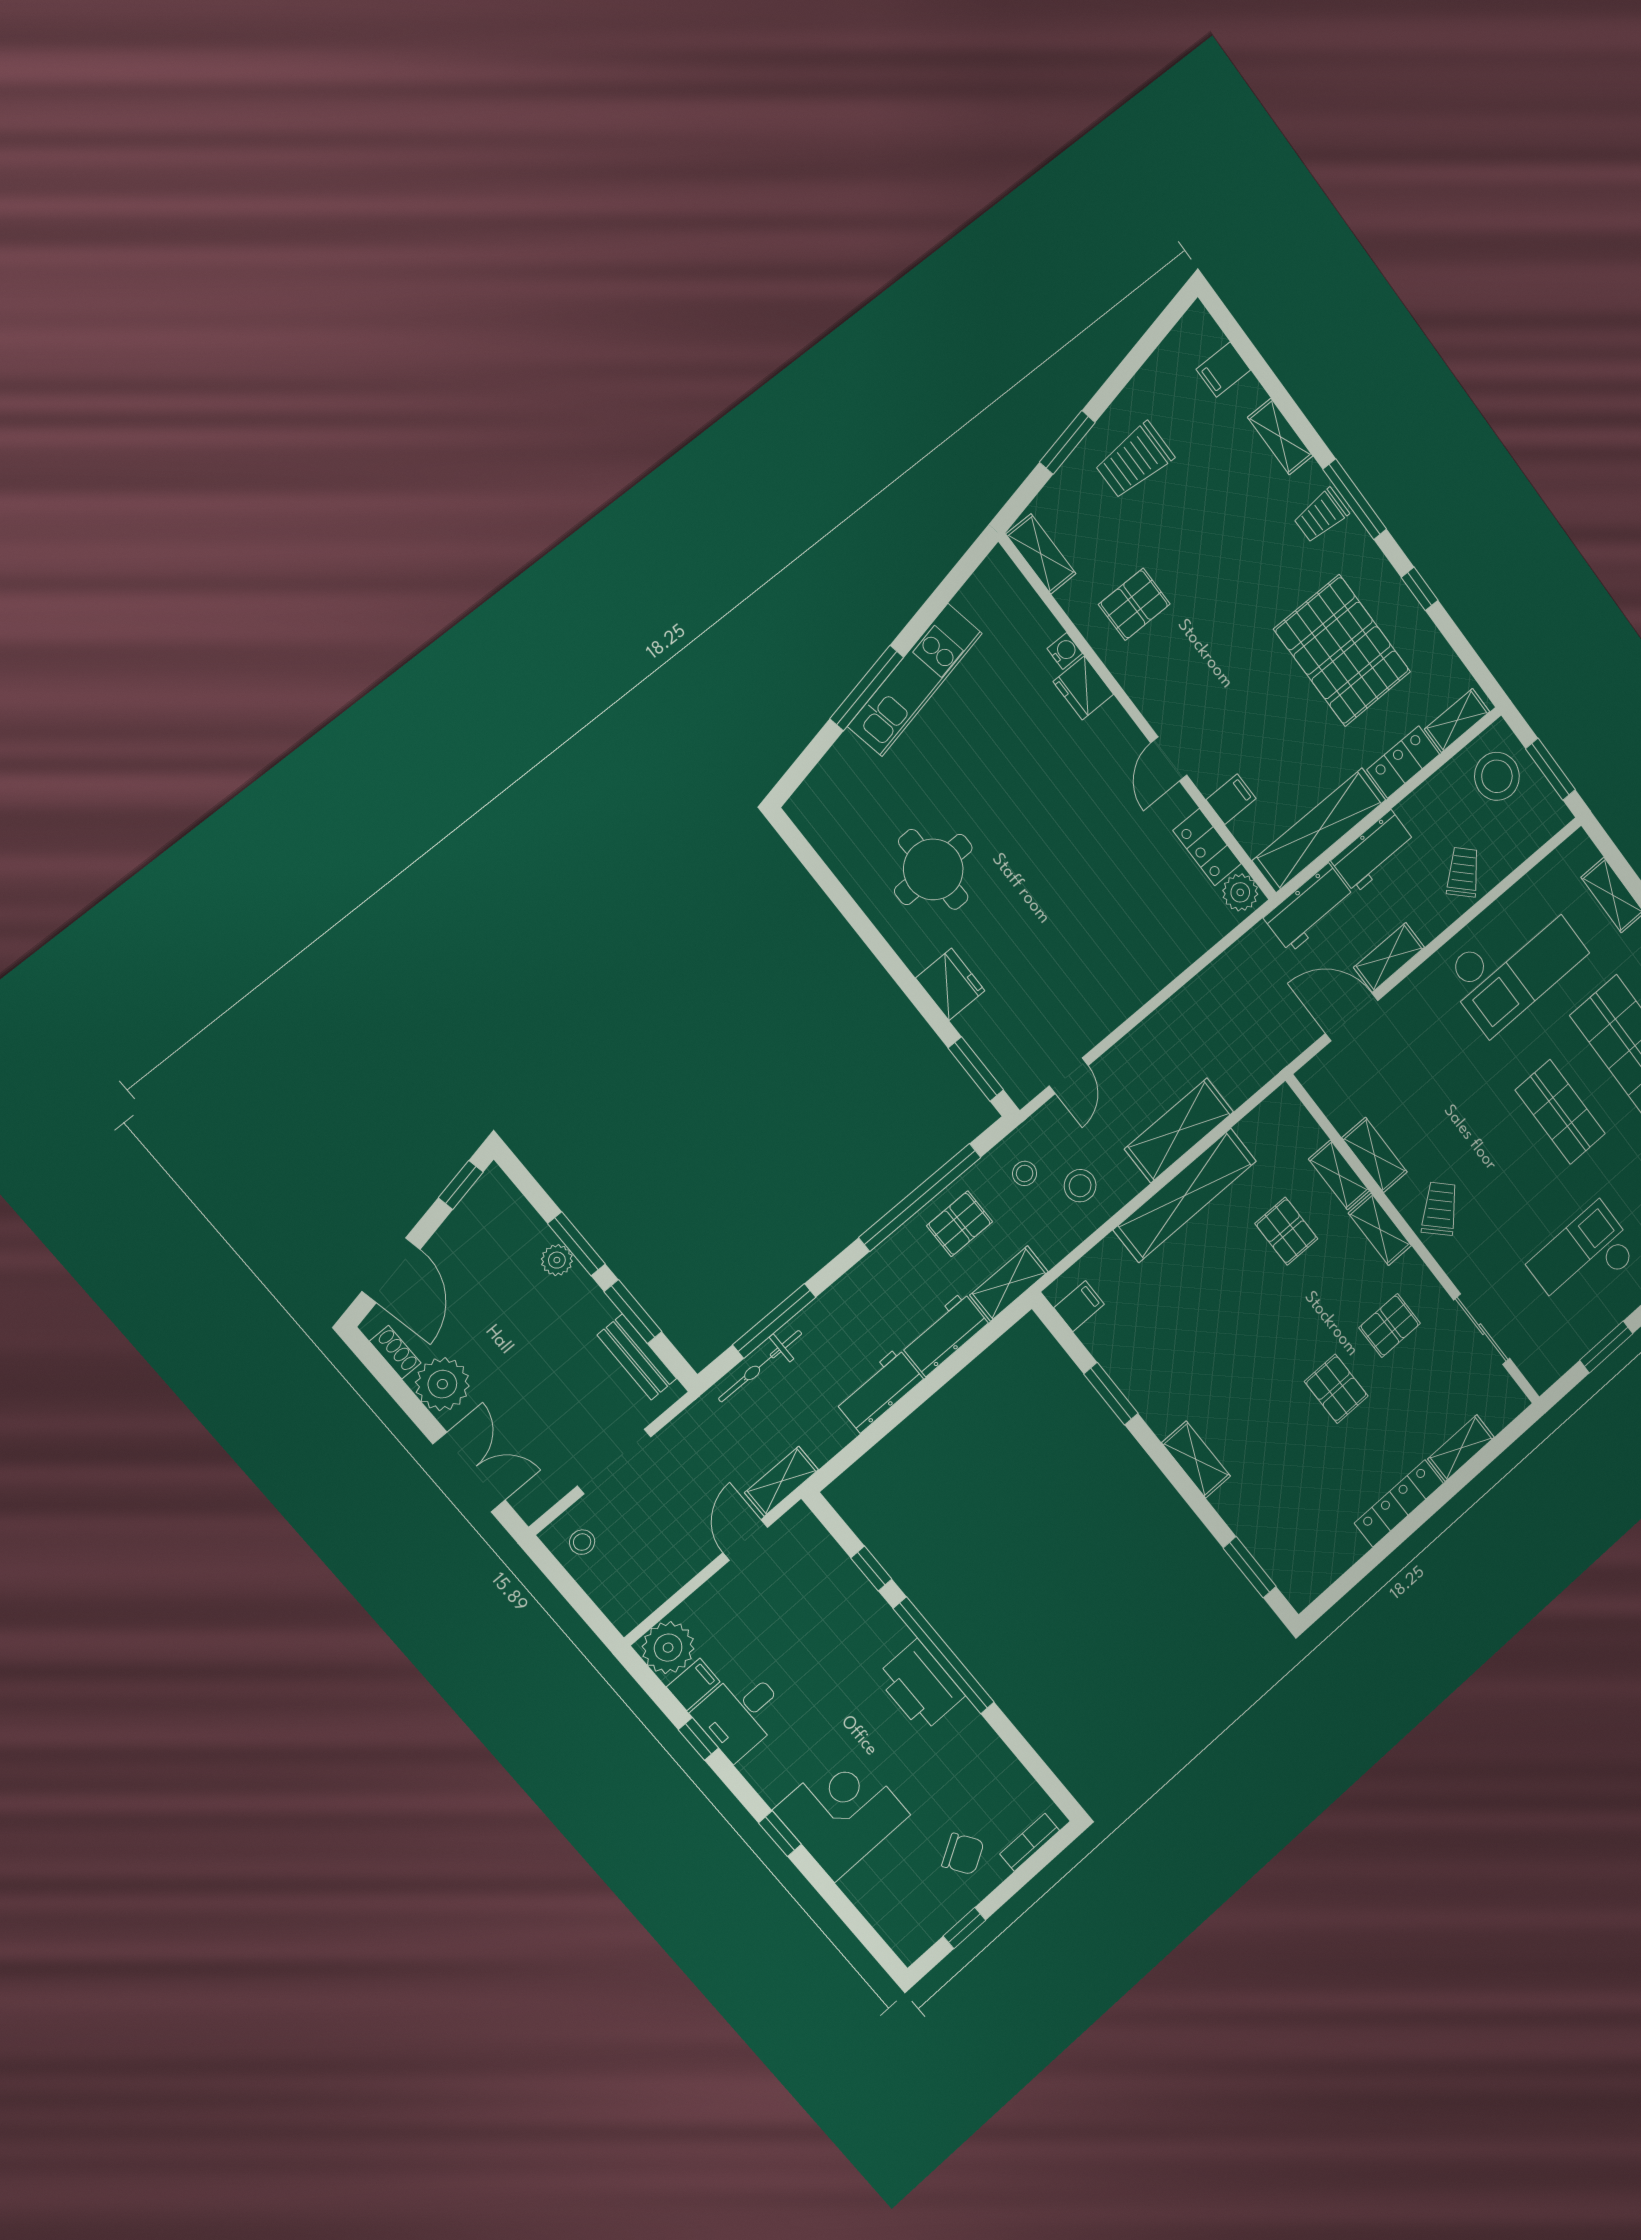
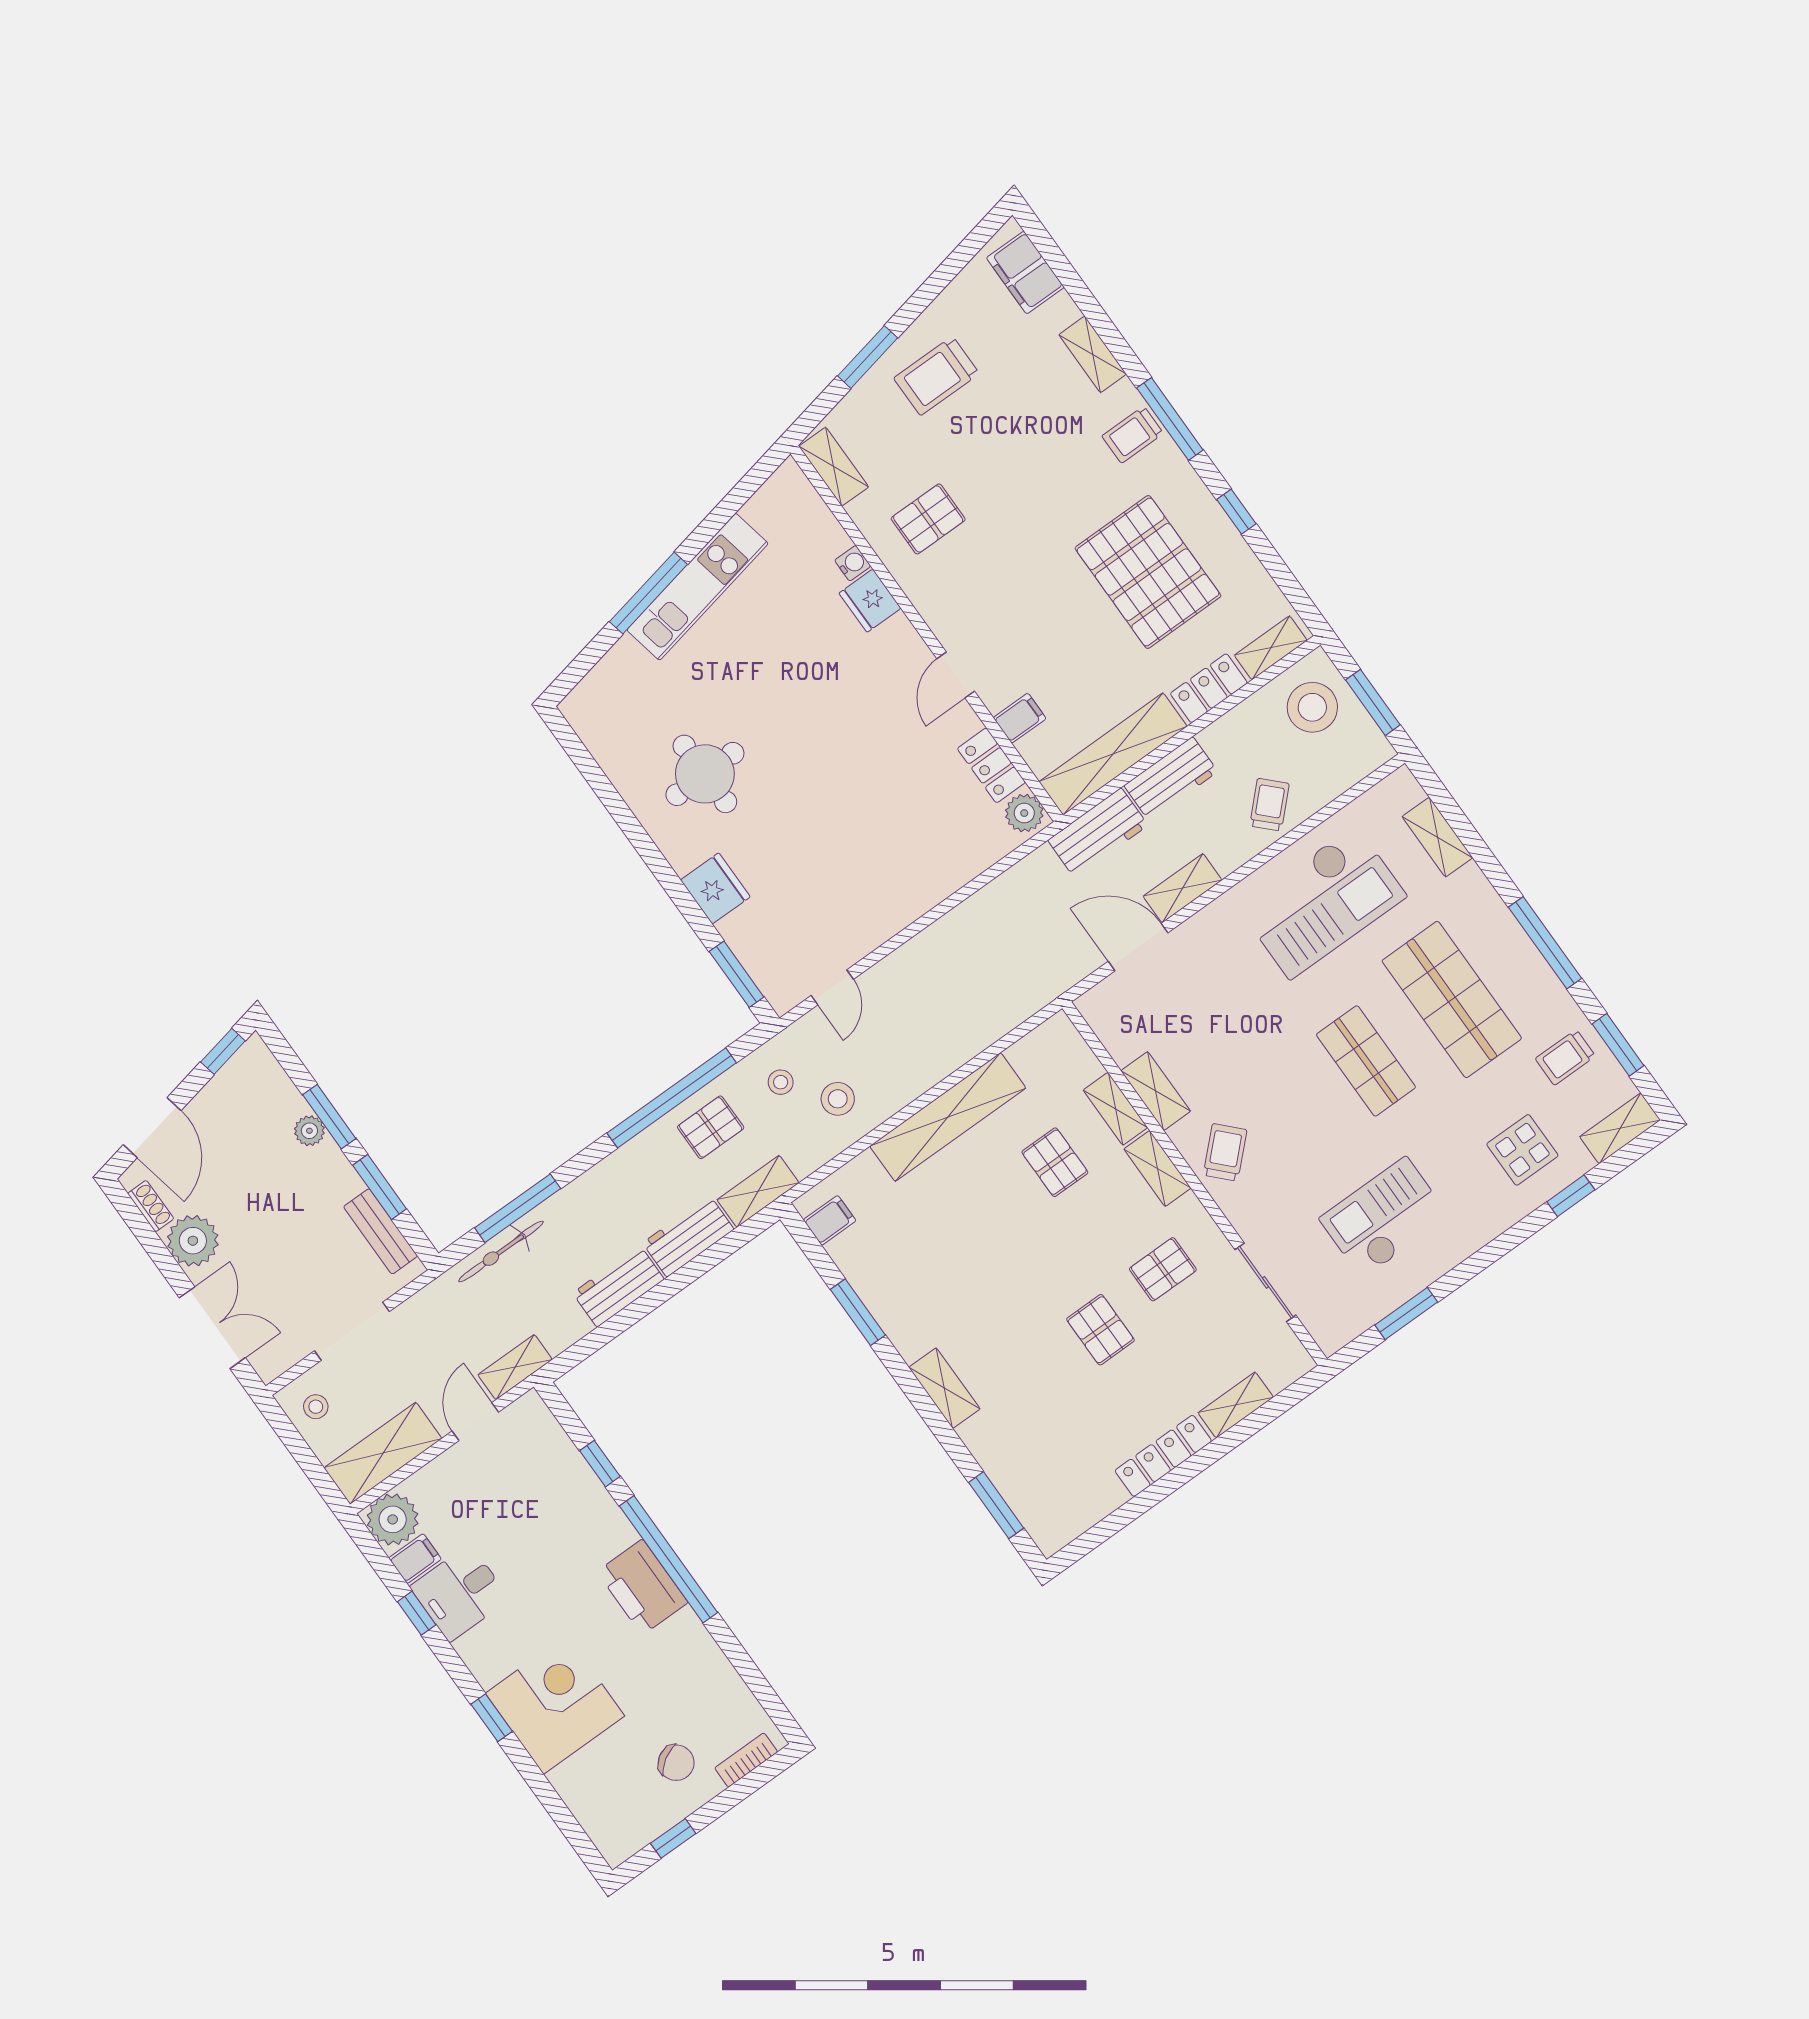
filing cabinet: (1223, 370) -> (1025, 273), width x2.00
shelving: (1179, 1130) -> (383, 1453), moved

